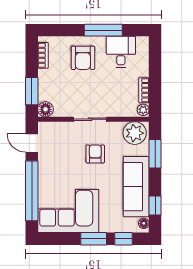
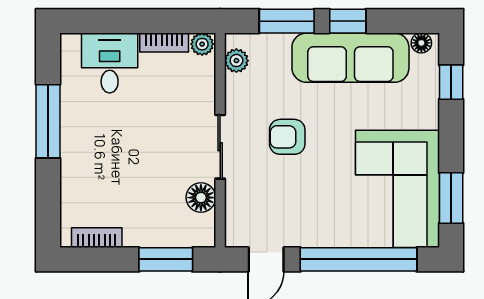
desk: (121, 52) -> (110, 63), moved, turned 90
armchair: (83, 58) -> (101, 160), removed
floor lamp: (45, 109) -> (201, 198), moved
plant: (135, 133) -> (236, 61), width x0.53, depth x0.53
window: (155, 205) -> (348, 21), moved
window: (94, 239) -> (451, 198), moved

